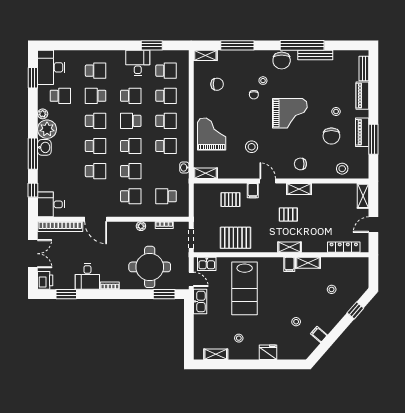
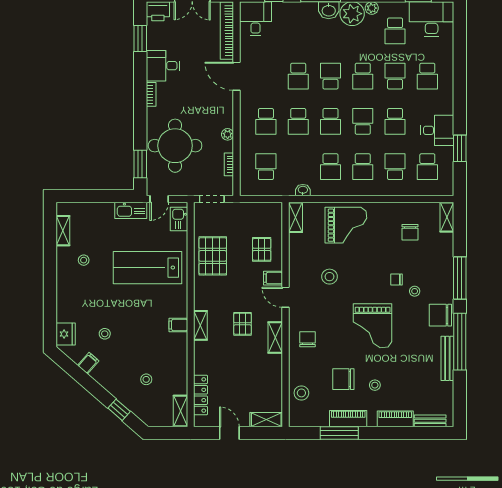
window: (237, 45) -> (460, 278), moved
school desk: (166, 96) -> (395, 167), turned 180
school desk: (96, 146) -> (330, 76), turned 180
door: (268, 181) -> (285, 297), swing flipped
door: (96, 219) -> (237, 76), hinge flipped
shelving: (308, 263) -> (180, 411), moved
fridge: (268, 352) -> (66, 334), moved

